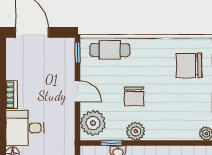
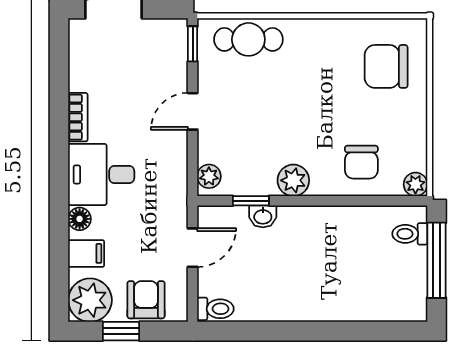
door: (78, 91) -> (193, 111), swing flipped
chair: (134, 96) -> (361, 162), moved
plant: (93, 123) -> (209, 176), width x0.53, depth x0.53

